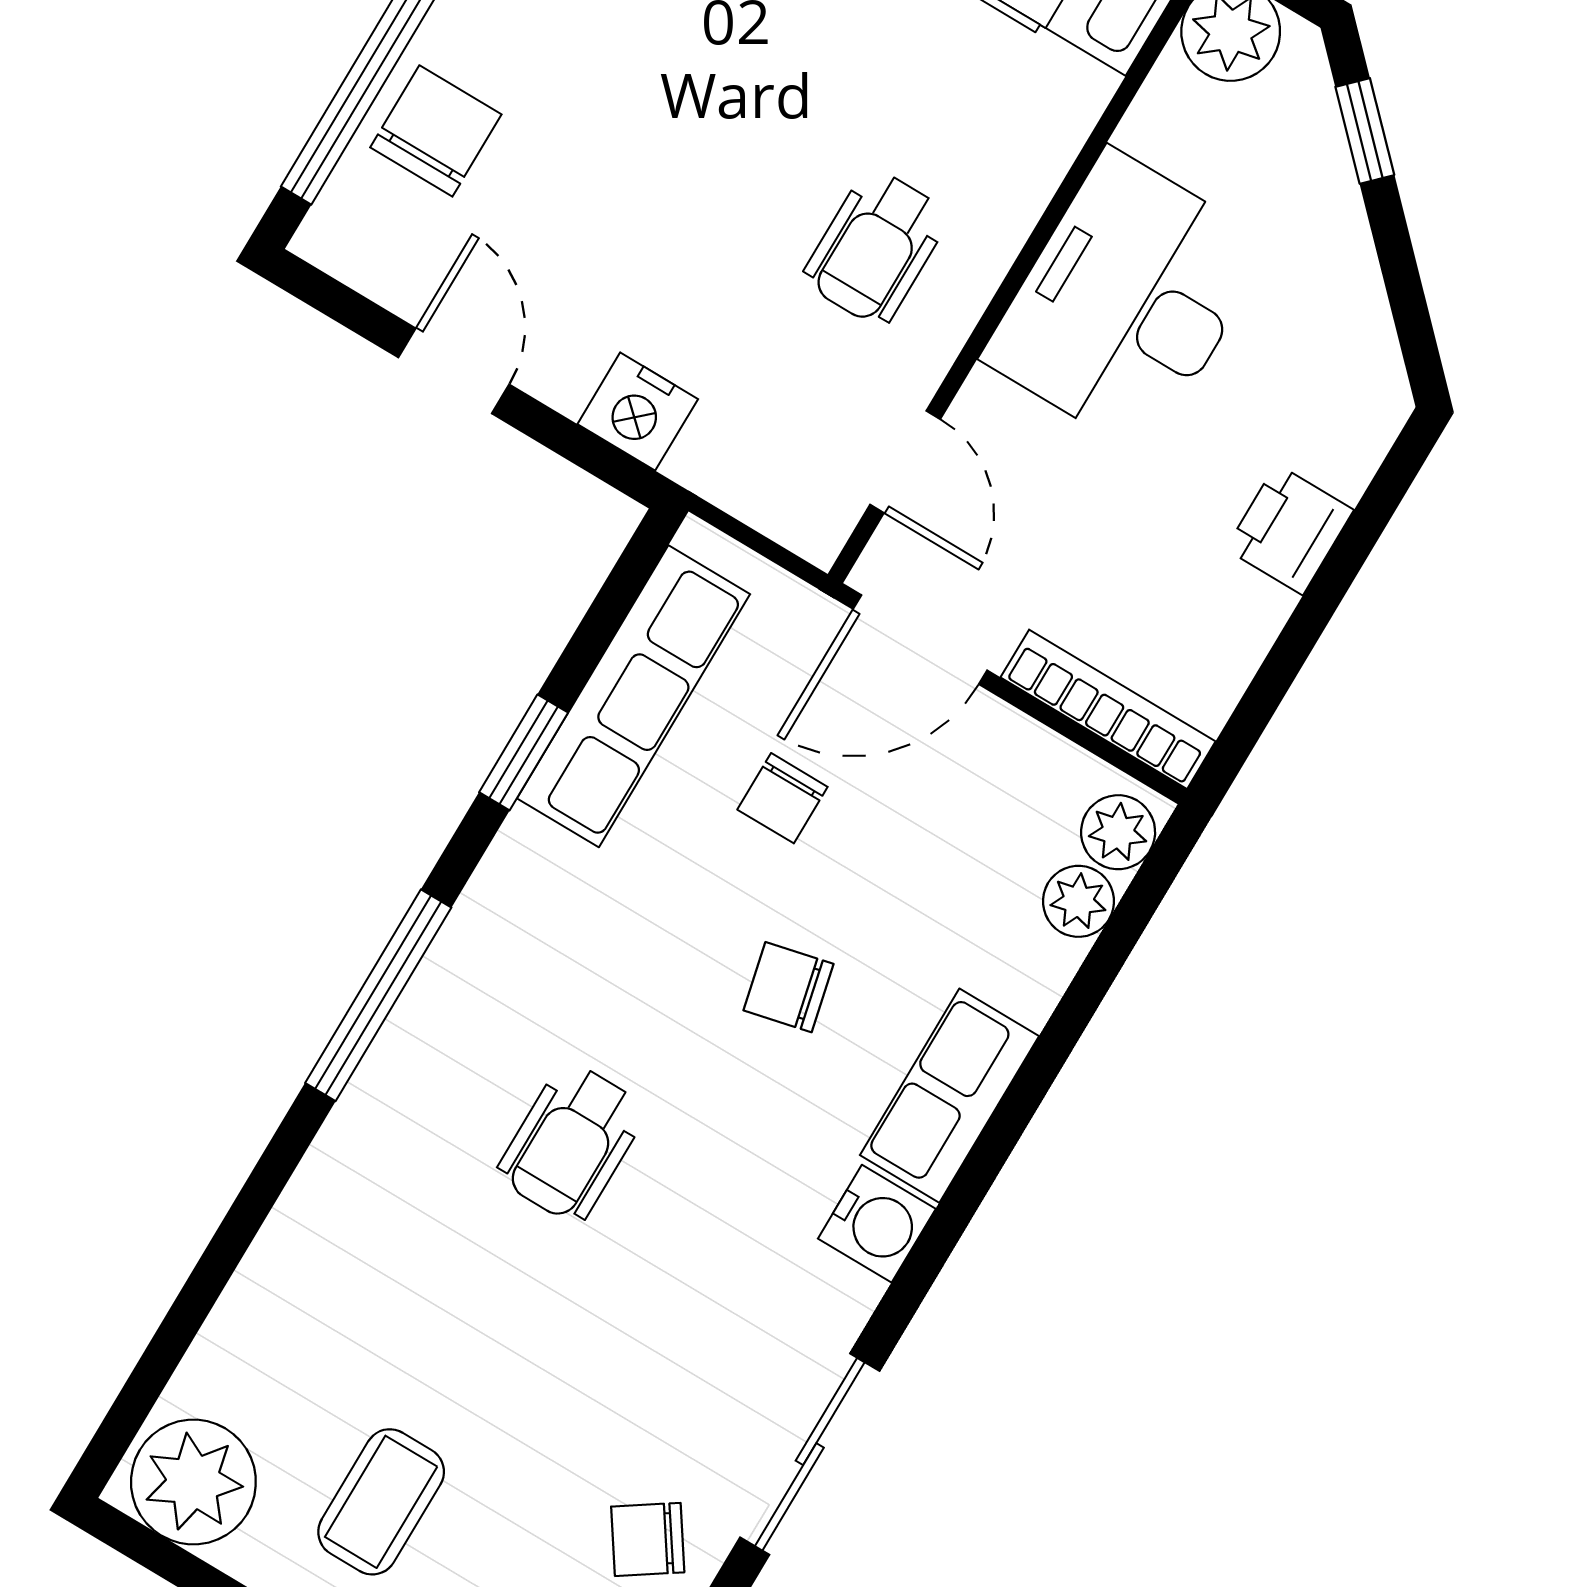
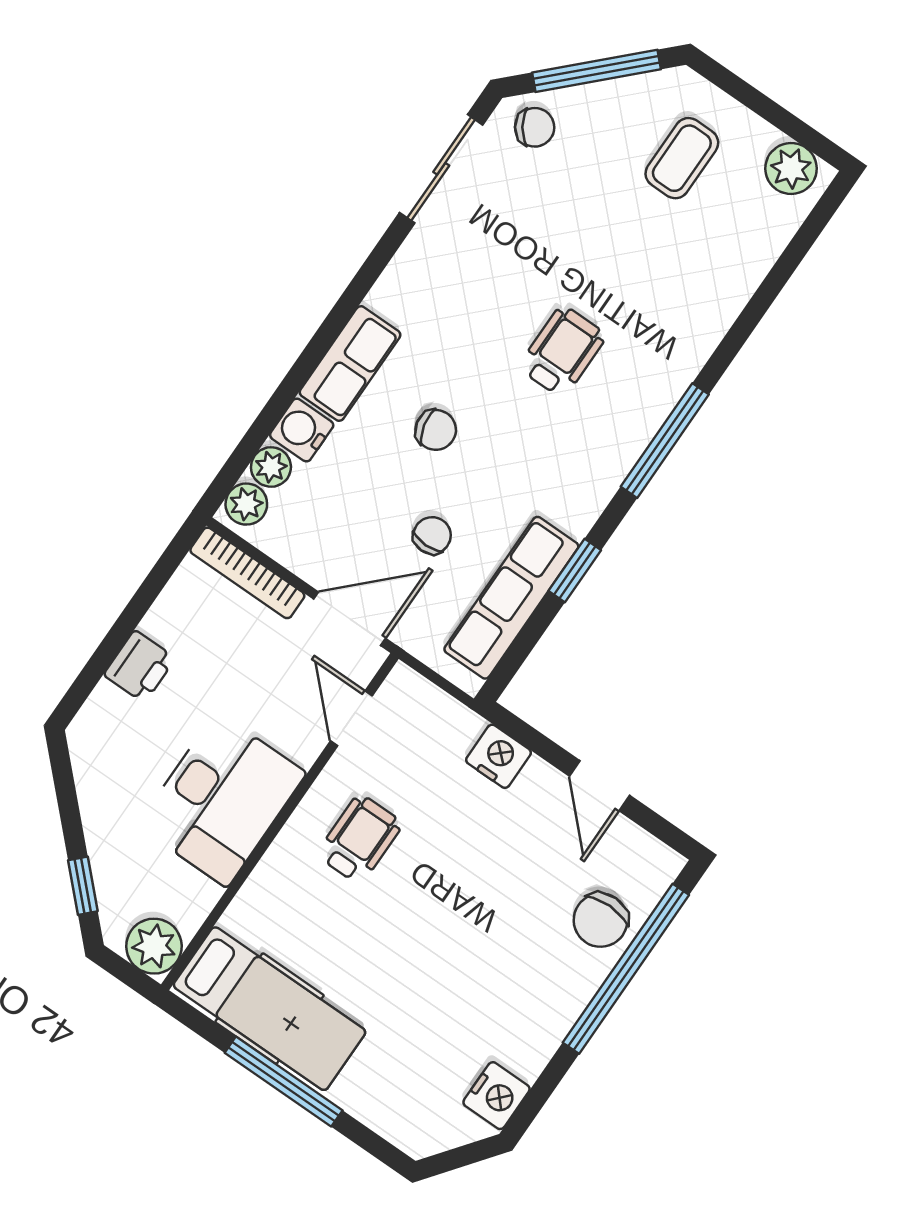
water cooler: (877, 1224) -> (302, 430), moved
plant: (193, 1482) -> (791, 168), width x0.73, depth x0.73

